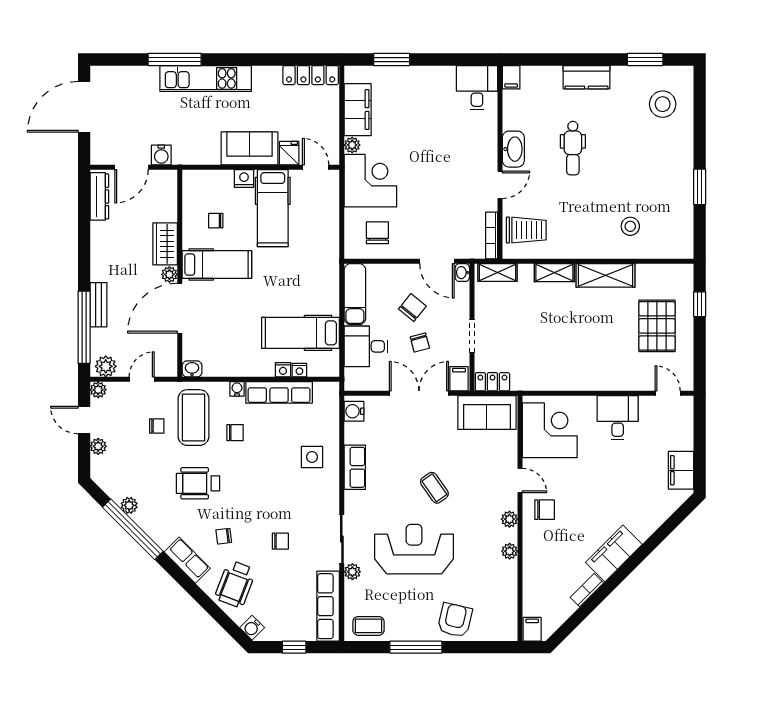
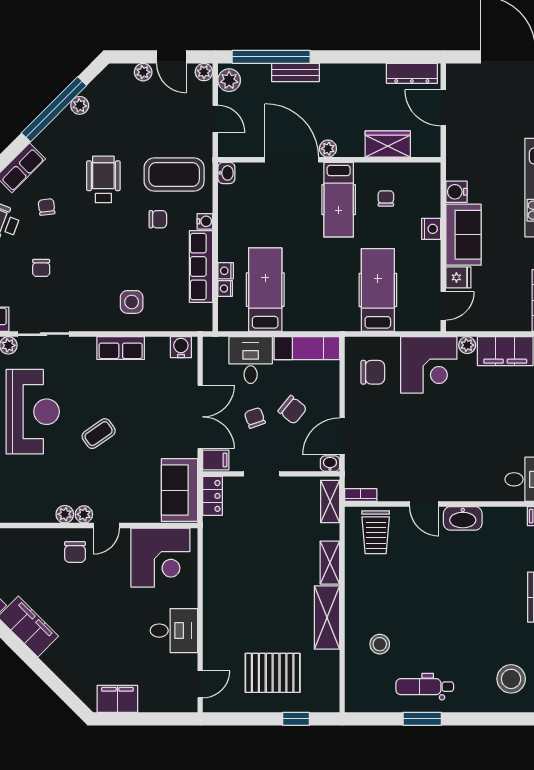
dental chair: (573, 148) -> (425, 687), moved
water cooler: (161, 155) -> (456, 192), moved
hospital bed: (273, 208) -> (378, 290), moved, turned 90
bookcase: (492, 235) -> (361, 495), width x0.64
wardrobe: (165, 244) -> (388, 144), moved
chair: (420, 342) -> (255, 418), turned 86
door: (84, 420) -> (171, 57), swing flipped
chair: (157, 426) -> (165, 135), removed
chair: (235, 433) -> (158, 219), turned -90
plant: (510, 551) -> (84, 514), moved

